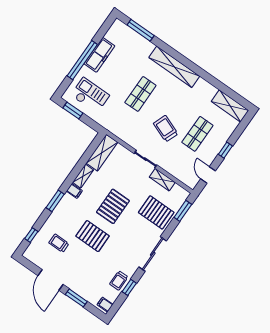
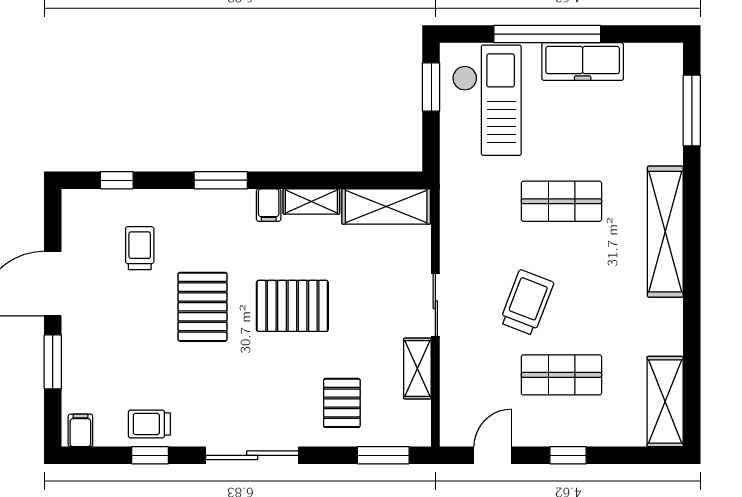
checkout: (90, 95) -> (487, 100), width x1.36, depth x1.21
pallet: (156, 212) -> (342, 403), width x0.67, depth x0.71

